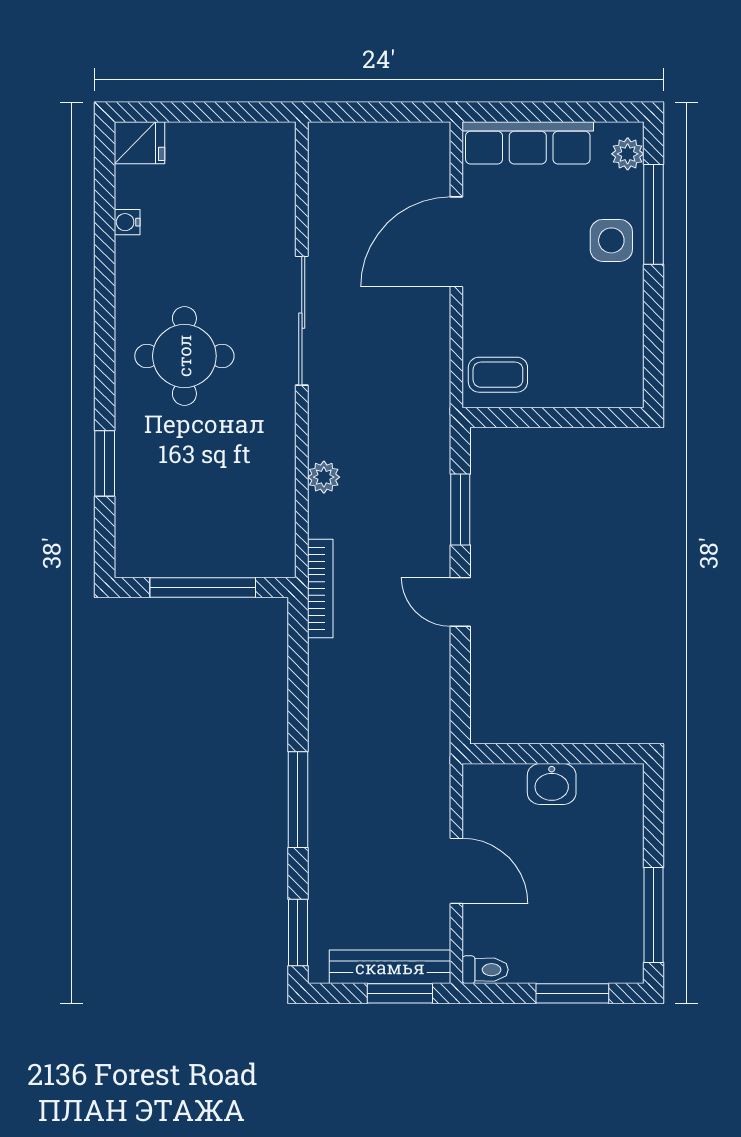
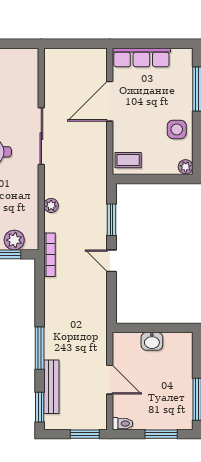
plant: (628, 154) -> (186, 167), moved
side table: (611, 240) -> (177, 129), moved
plant: (241, 555) -> (14, 240), added
bench: (390, 967) -> (51, 387), moved, turned 90

